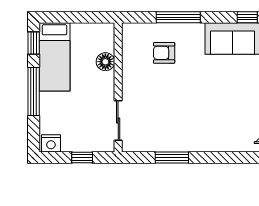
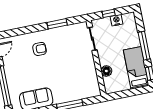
armchair: (164, 53) -> (40, 49), moved
nightstand: (51, 143) -> (117, 20), moved

